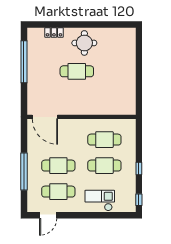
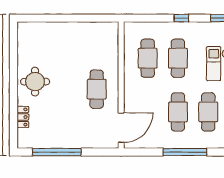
cafe table: (77, 71) -> (97, 89), moved

